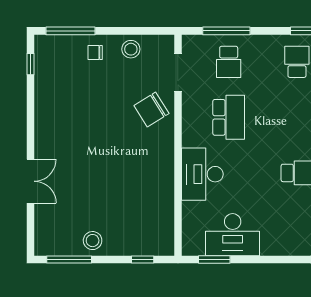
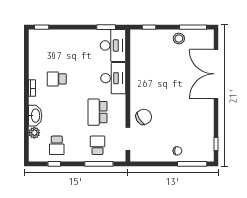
stool: (131, 49) -> (156, 153), removed
double door: (30, 181) -> (216, 74), width x1.87
desk: (233, 235) -> (113, 45), moved, turned 90

